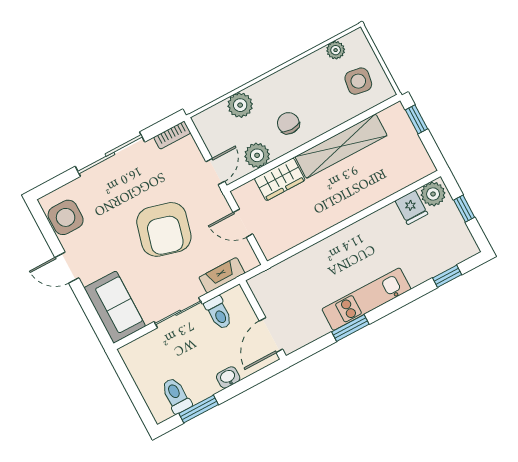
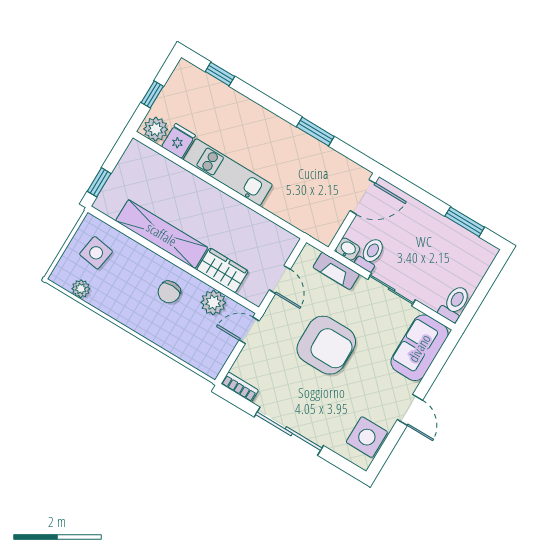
plant: (240, 105) -> (178, 343), removed
armchair: (164, 229) -> (326, 345), turned 75
kitchen unit: (366, 299) -> (228, 172), moved, turned 180
washbasin: (228, 377) -> (348, 249), moved, turned 180
toilet: (176, 395) -> (455, 303), moved, turned 180

